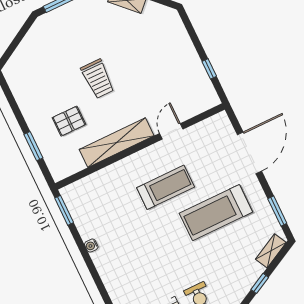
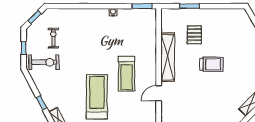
trolley: (98, 79) -> (211, 64), turned 180
door: (171, 131) -> (159, 93), swing flipped

